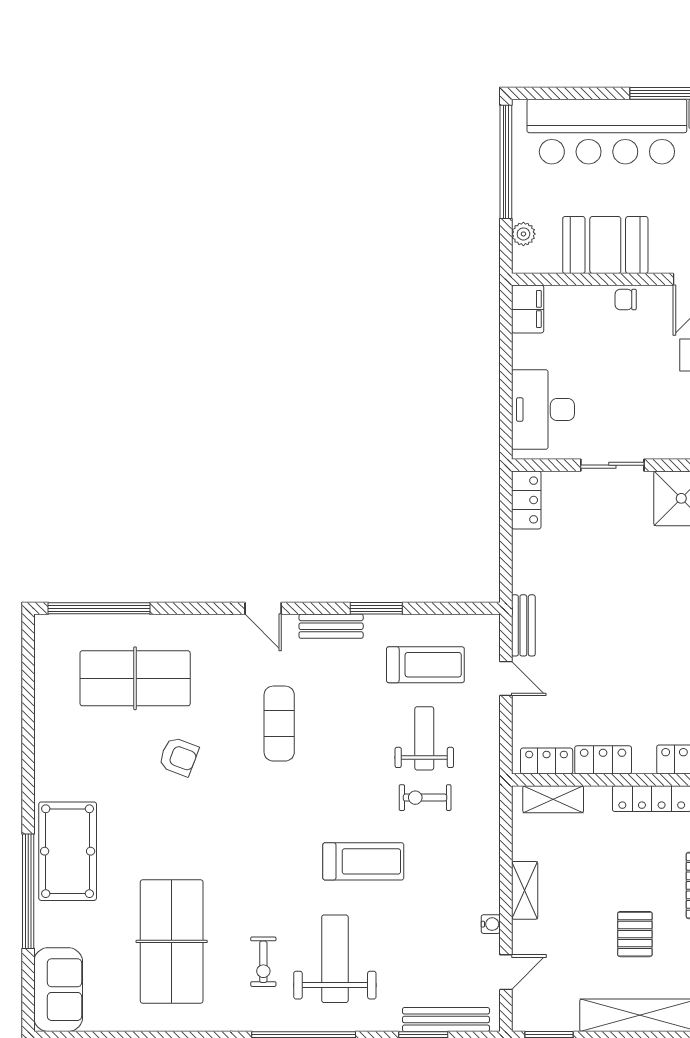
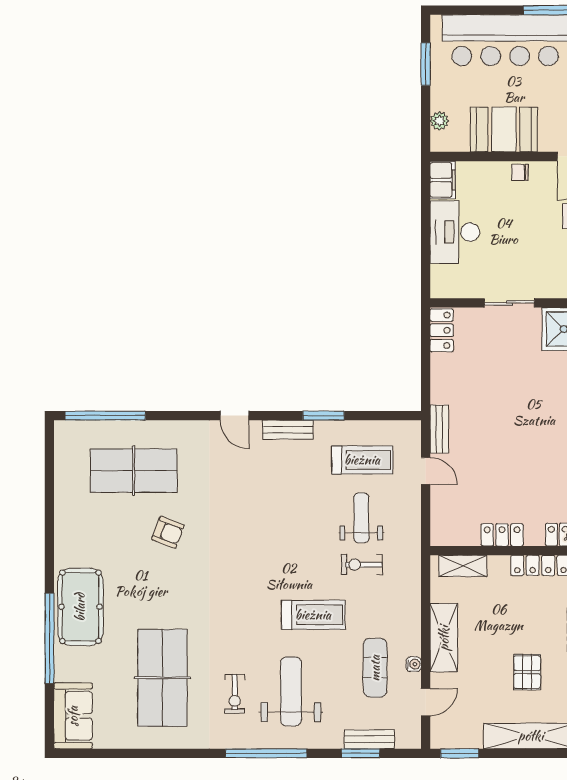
window: (506, 162) -> (426, 64), width x0.47
desk: (543, 410) -> (455, 232), moved
exercise mat: (279, 724) -> (375, 668), moved
locker: (547, 761) -> (458, 536), removed
shelving: (525, 890) -> (444, 638), width x1.50, depth x1.33
bench: (446, 1020) -> (369, 739), width x0.73

